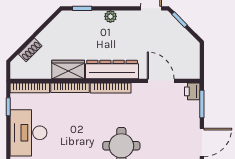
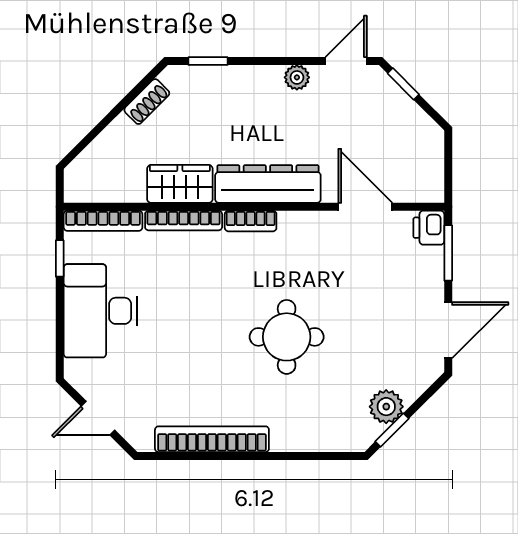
plant: (110, 16) -> (297, 77), moved
shoe rack: (30, 50) -> (147, 102), moved
bookcase: (111, 88) -> (251, 221), width x0.64

